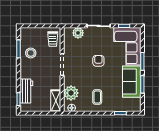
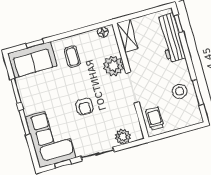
sofa: (132, 82) -> (32, 60), moved, turned 90
workbench: (26, 91) -> (171, 38), width x1.38
plant: (71, 93) -> (113, 66), moved

